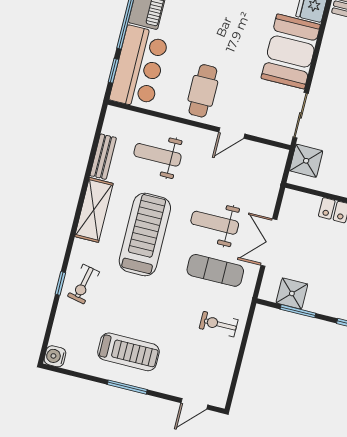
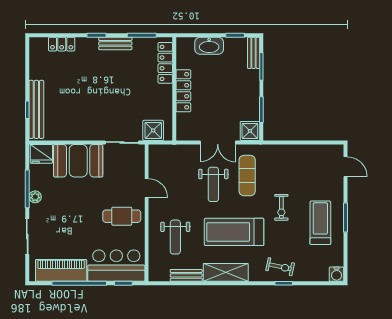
shower: (292, 293) -> (250, 131), moved
exercise bike: (219, 324) -> (281, 207), moved

